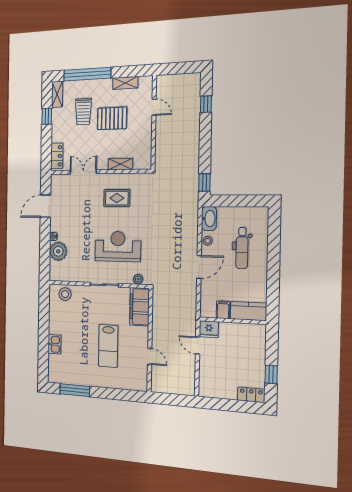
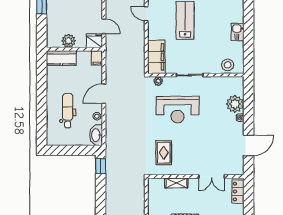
rug: (117, 198) -> (164, 153), moved, turned 90
filing cabinet: (223, 310) -> (97, 58), moved
plant: (239, 331) -> (69, 41), added
kitchen sink: (54, 344) -> (237, 32), moved

